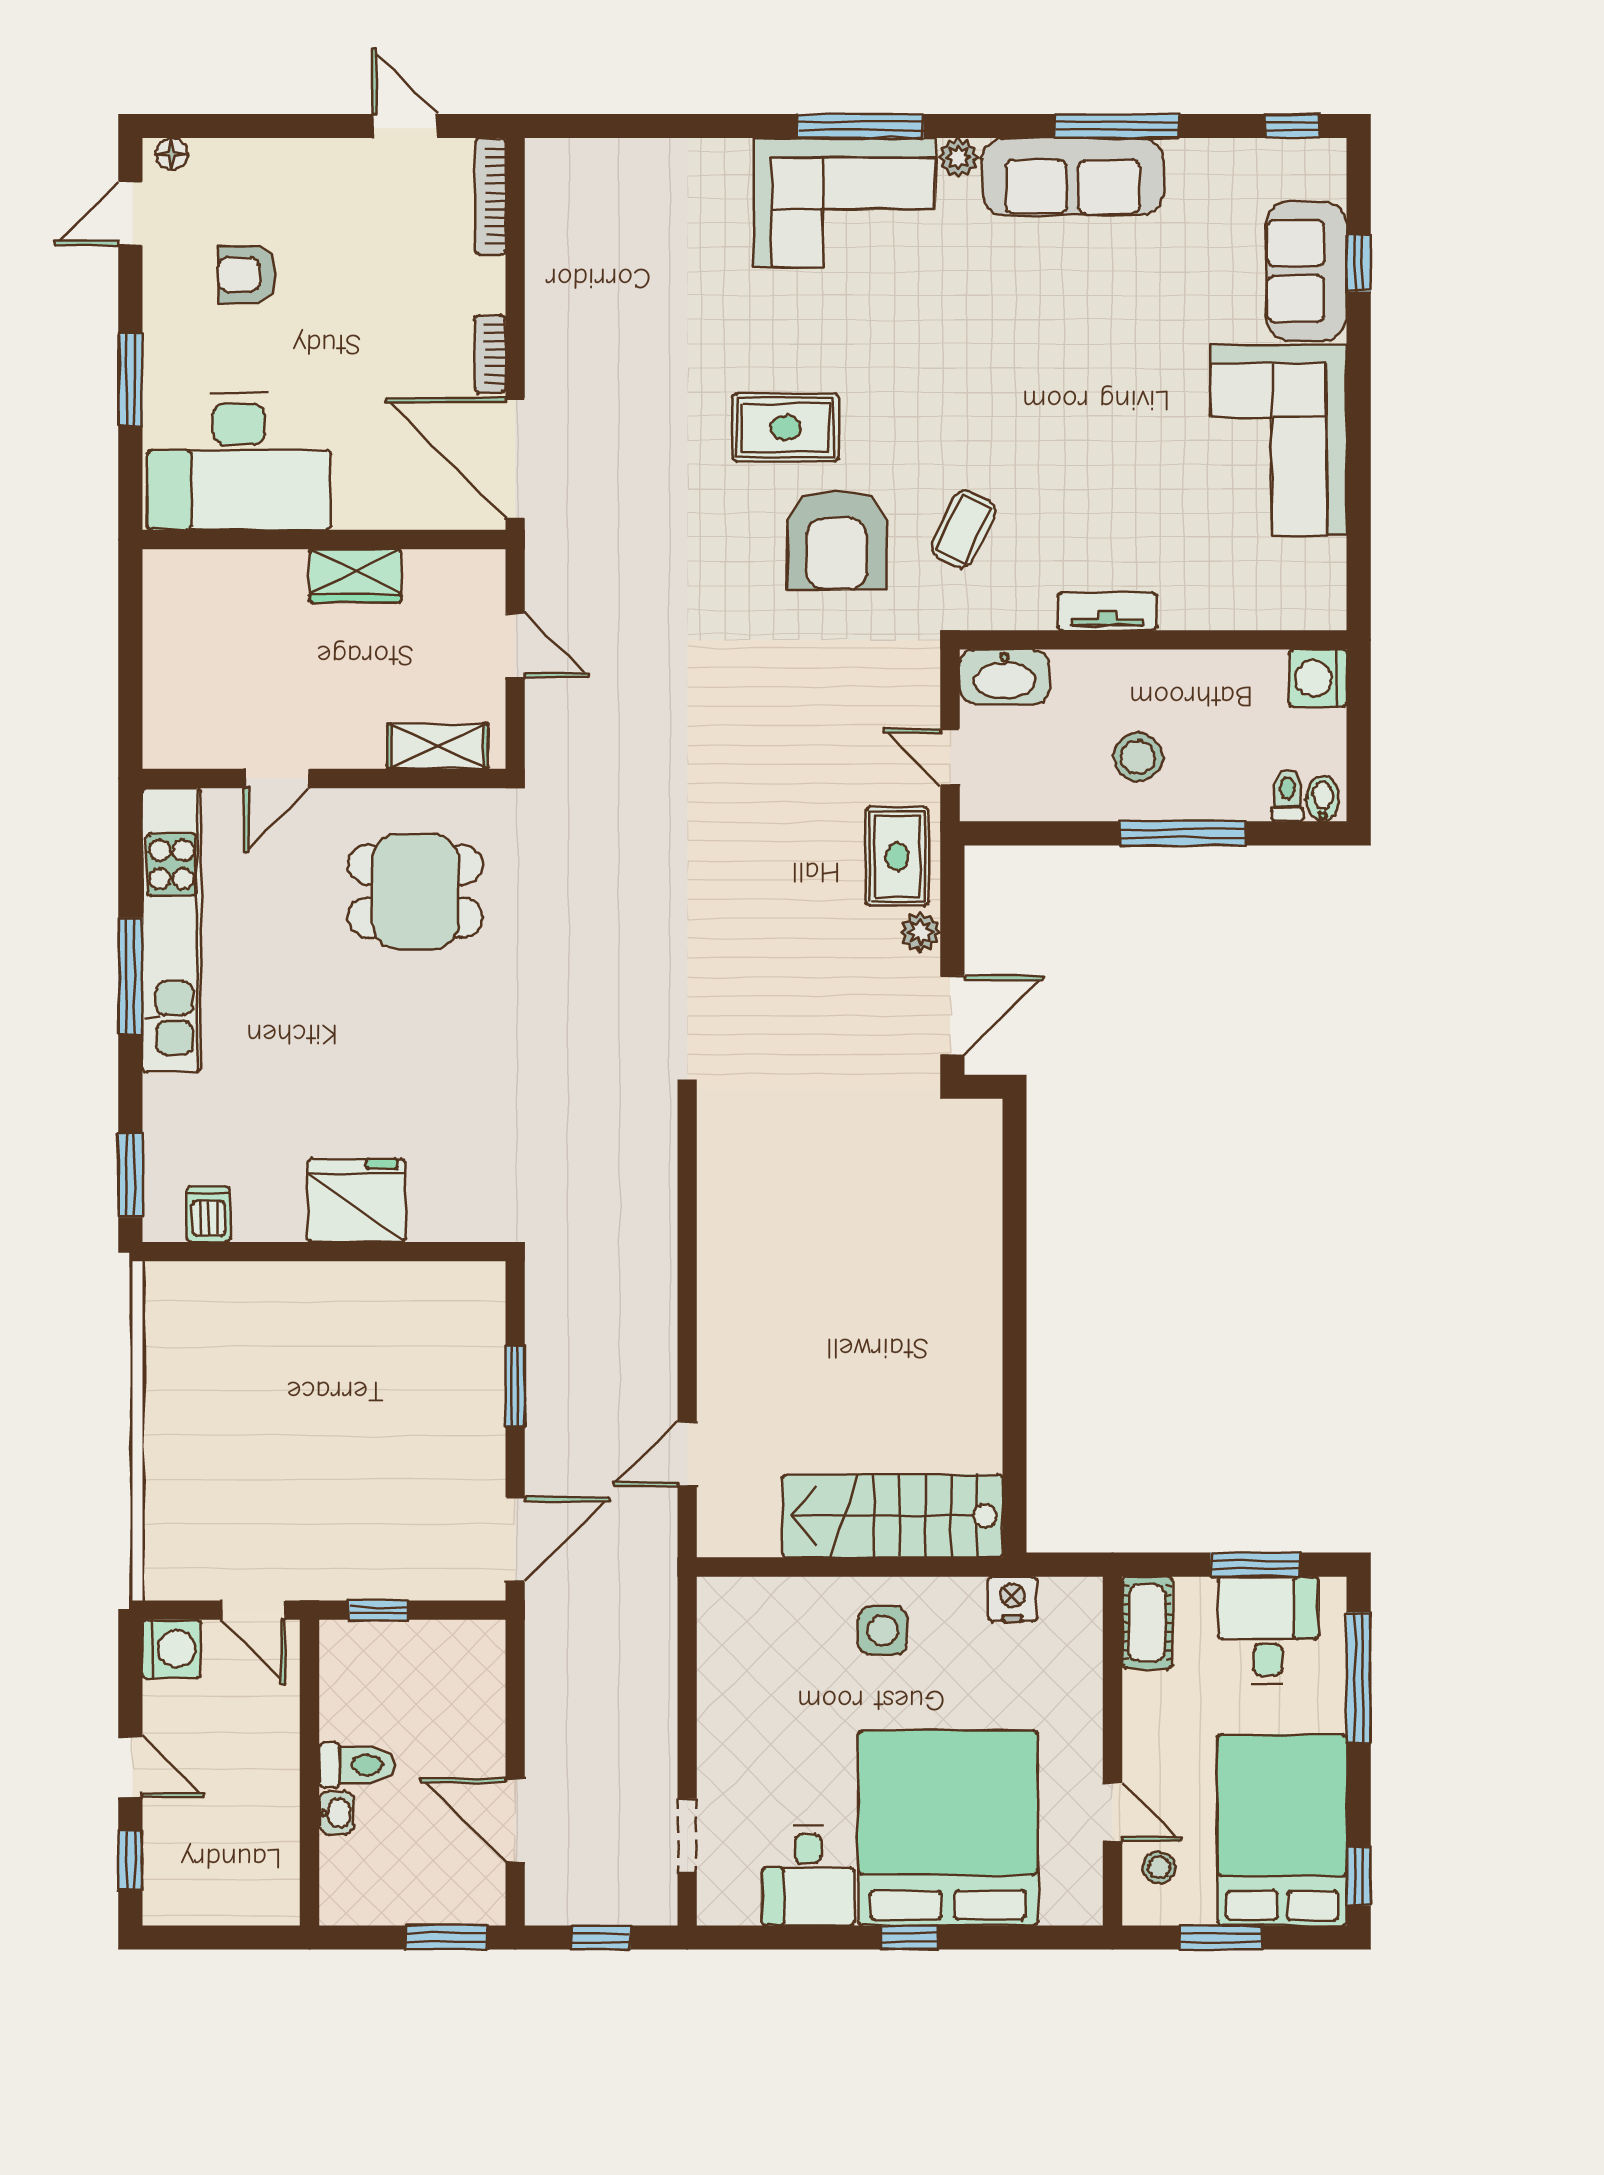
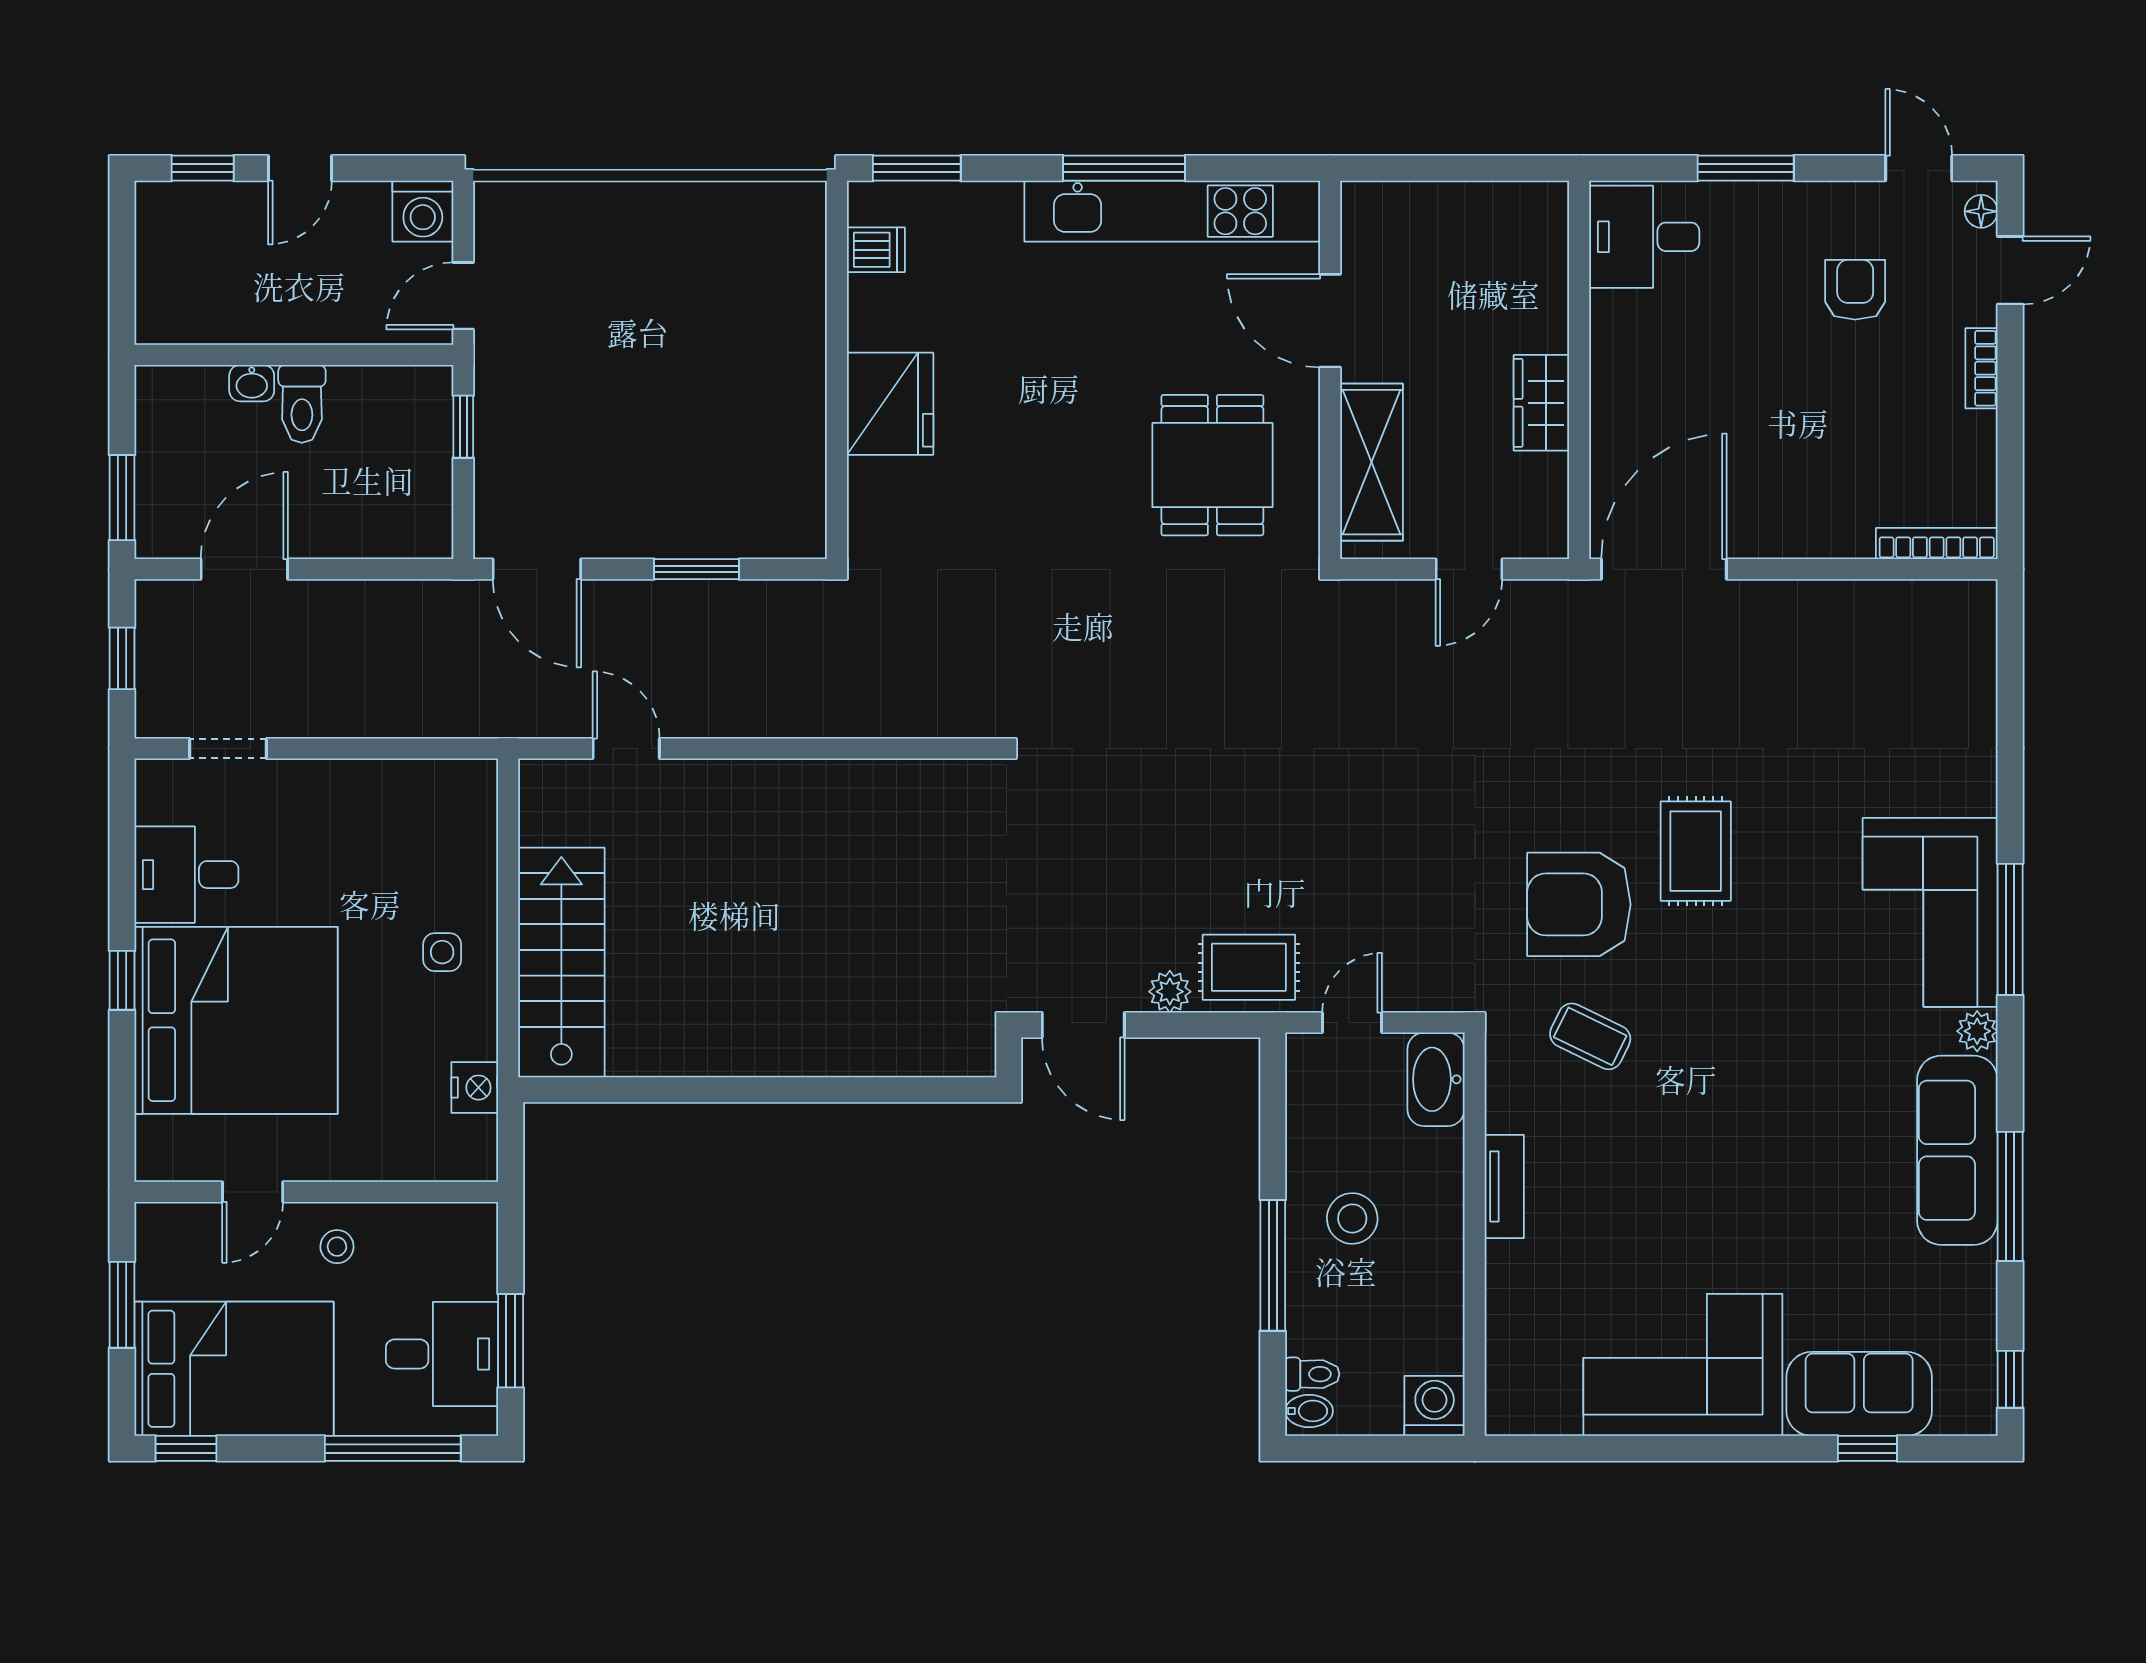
door: (405, 126) -> (2010, 270), moved
bookcase: (490, 354) -> (1982, 368), moved, turned -90
desk: (239, 461) -> (1644, 237), width x0.53, depth x0.77
shelving: (438, 746) -> (1371, 462), width x1.50, depth x1.33
door: (277, 778) -> (1330, 321), width x1.38
cot: (1147, 1623) -> (450, 1228), removed
side table: (882, 1630) -> (442, 952), width x0.73, depth x0.73
stool: (1159, 1867) -> (337, 1247), moved

